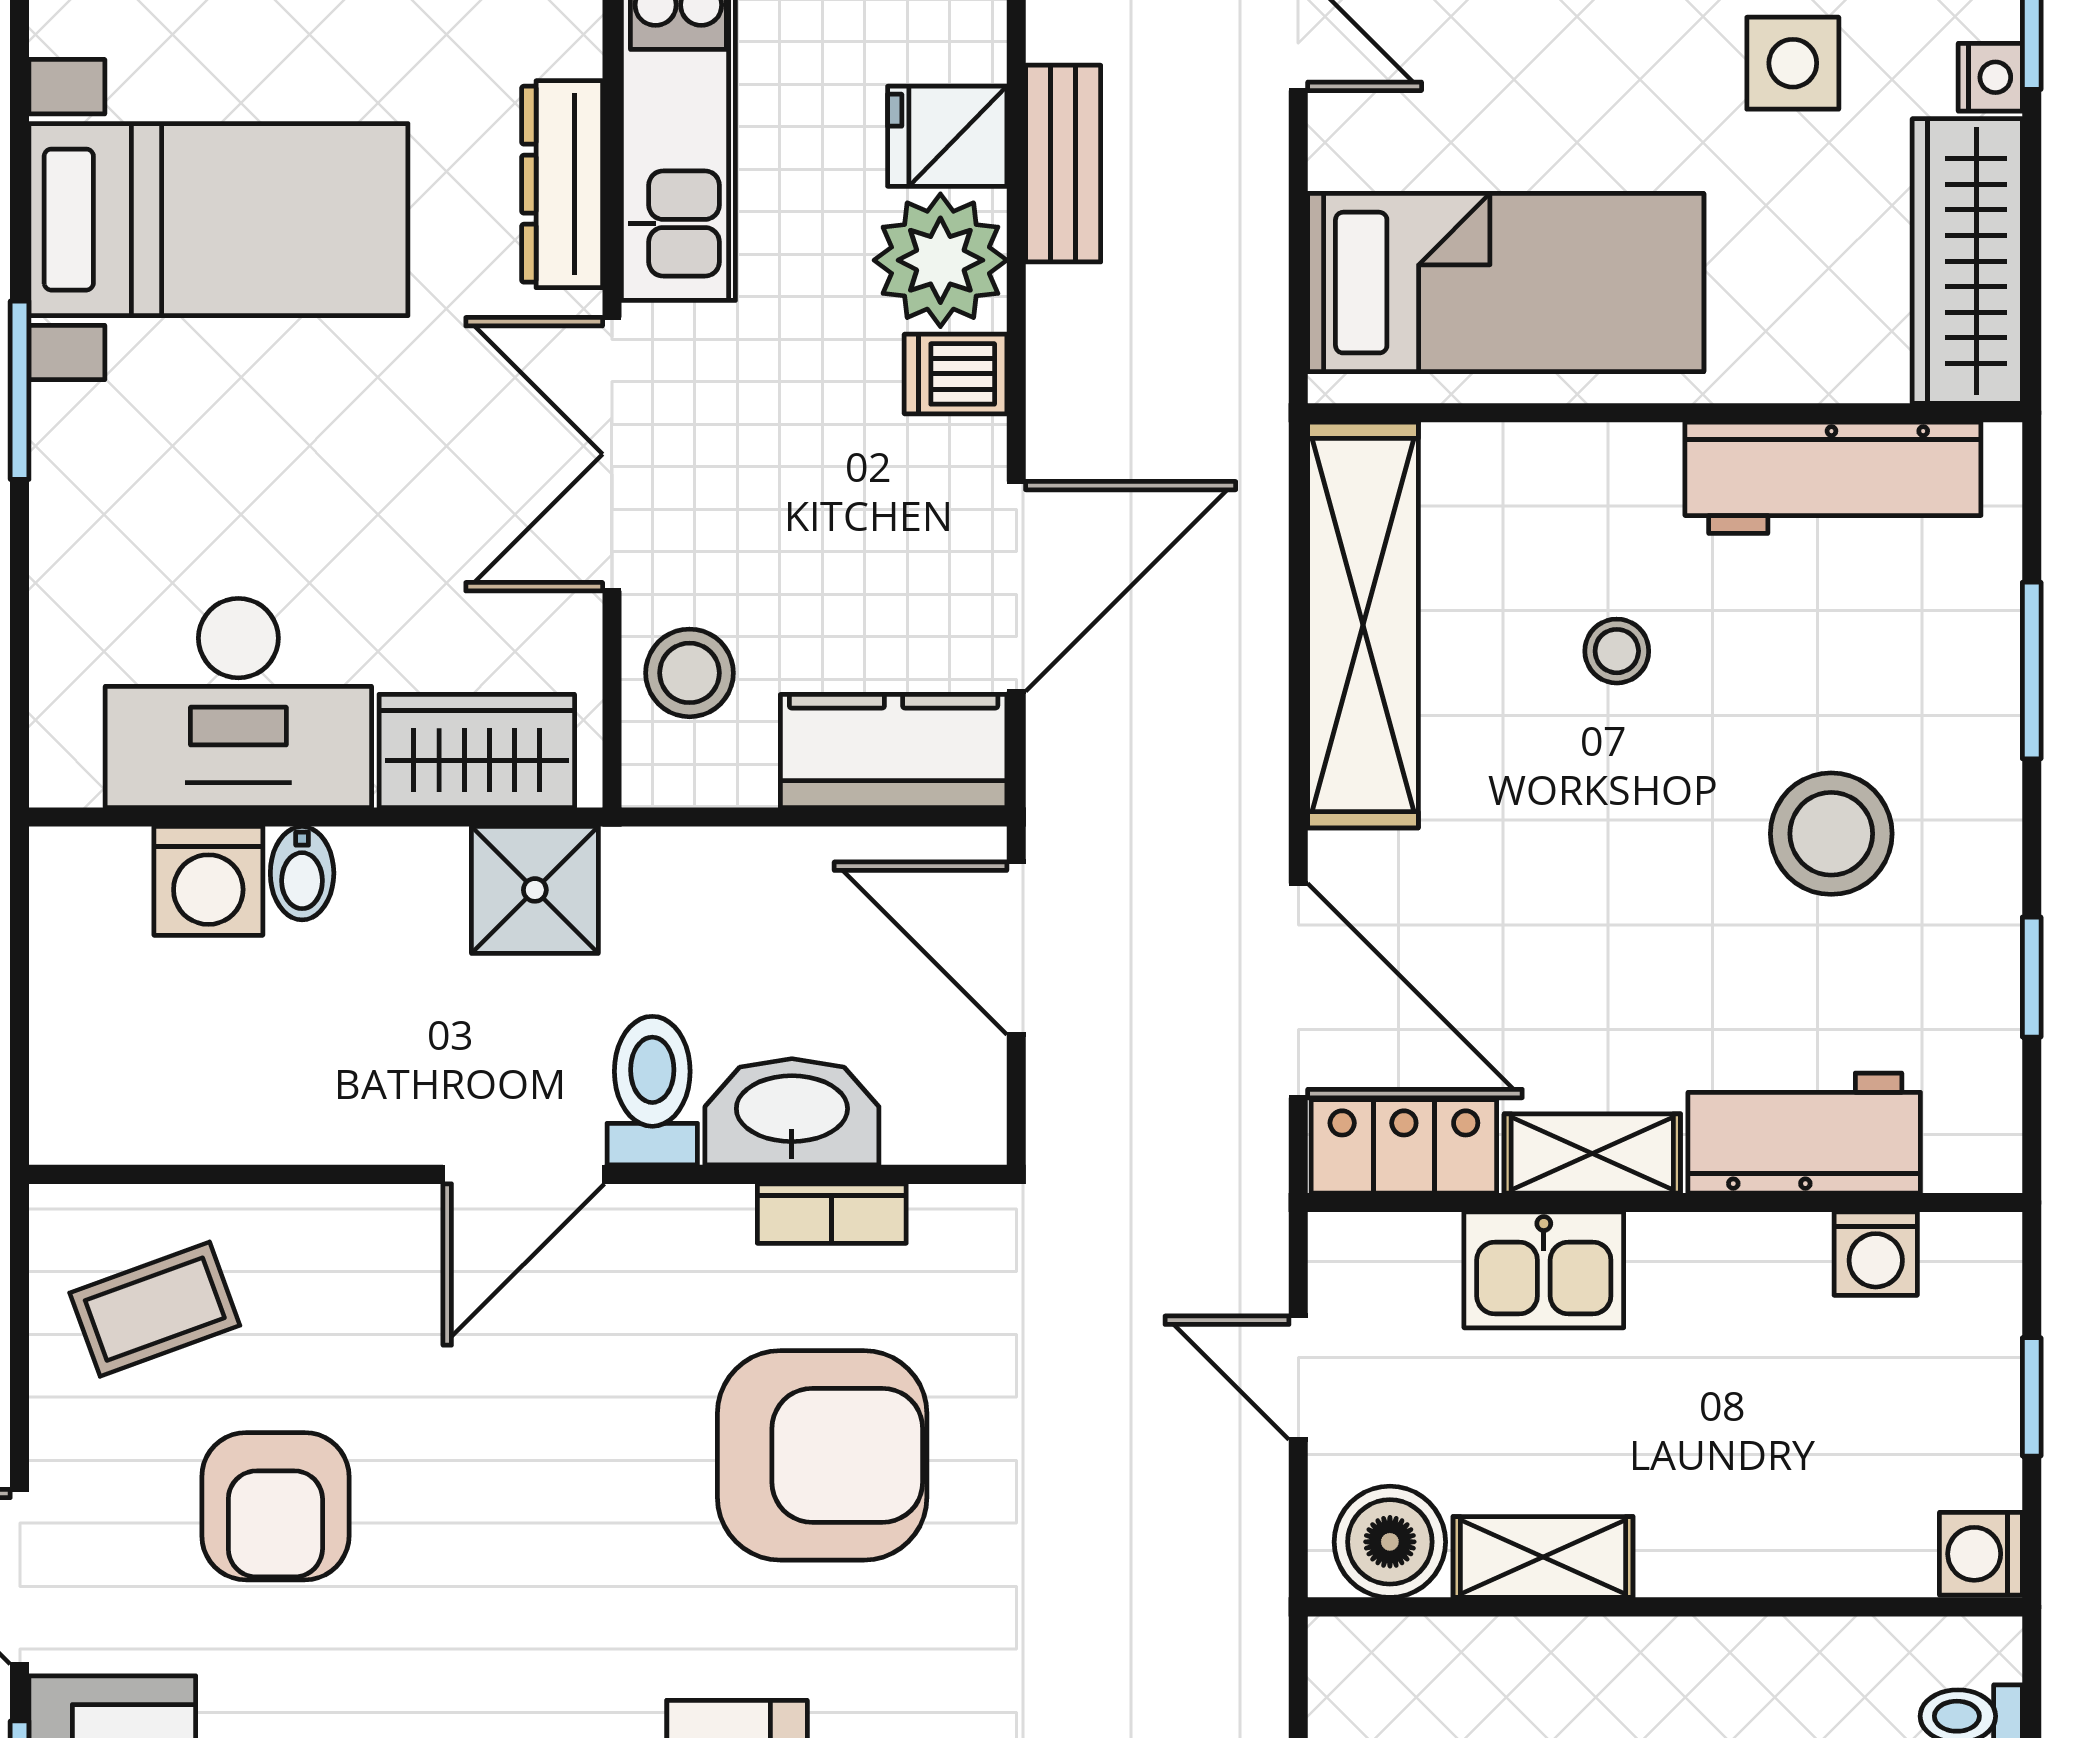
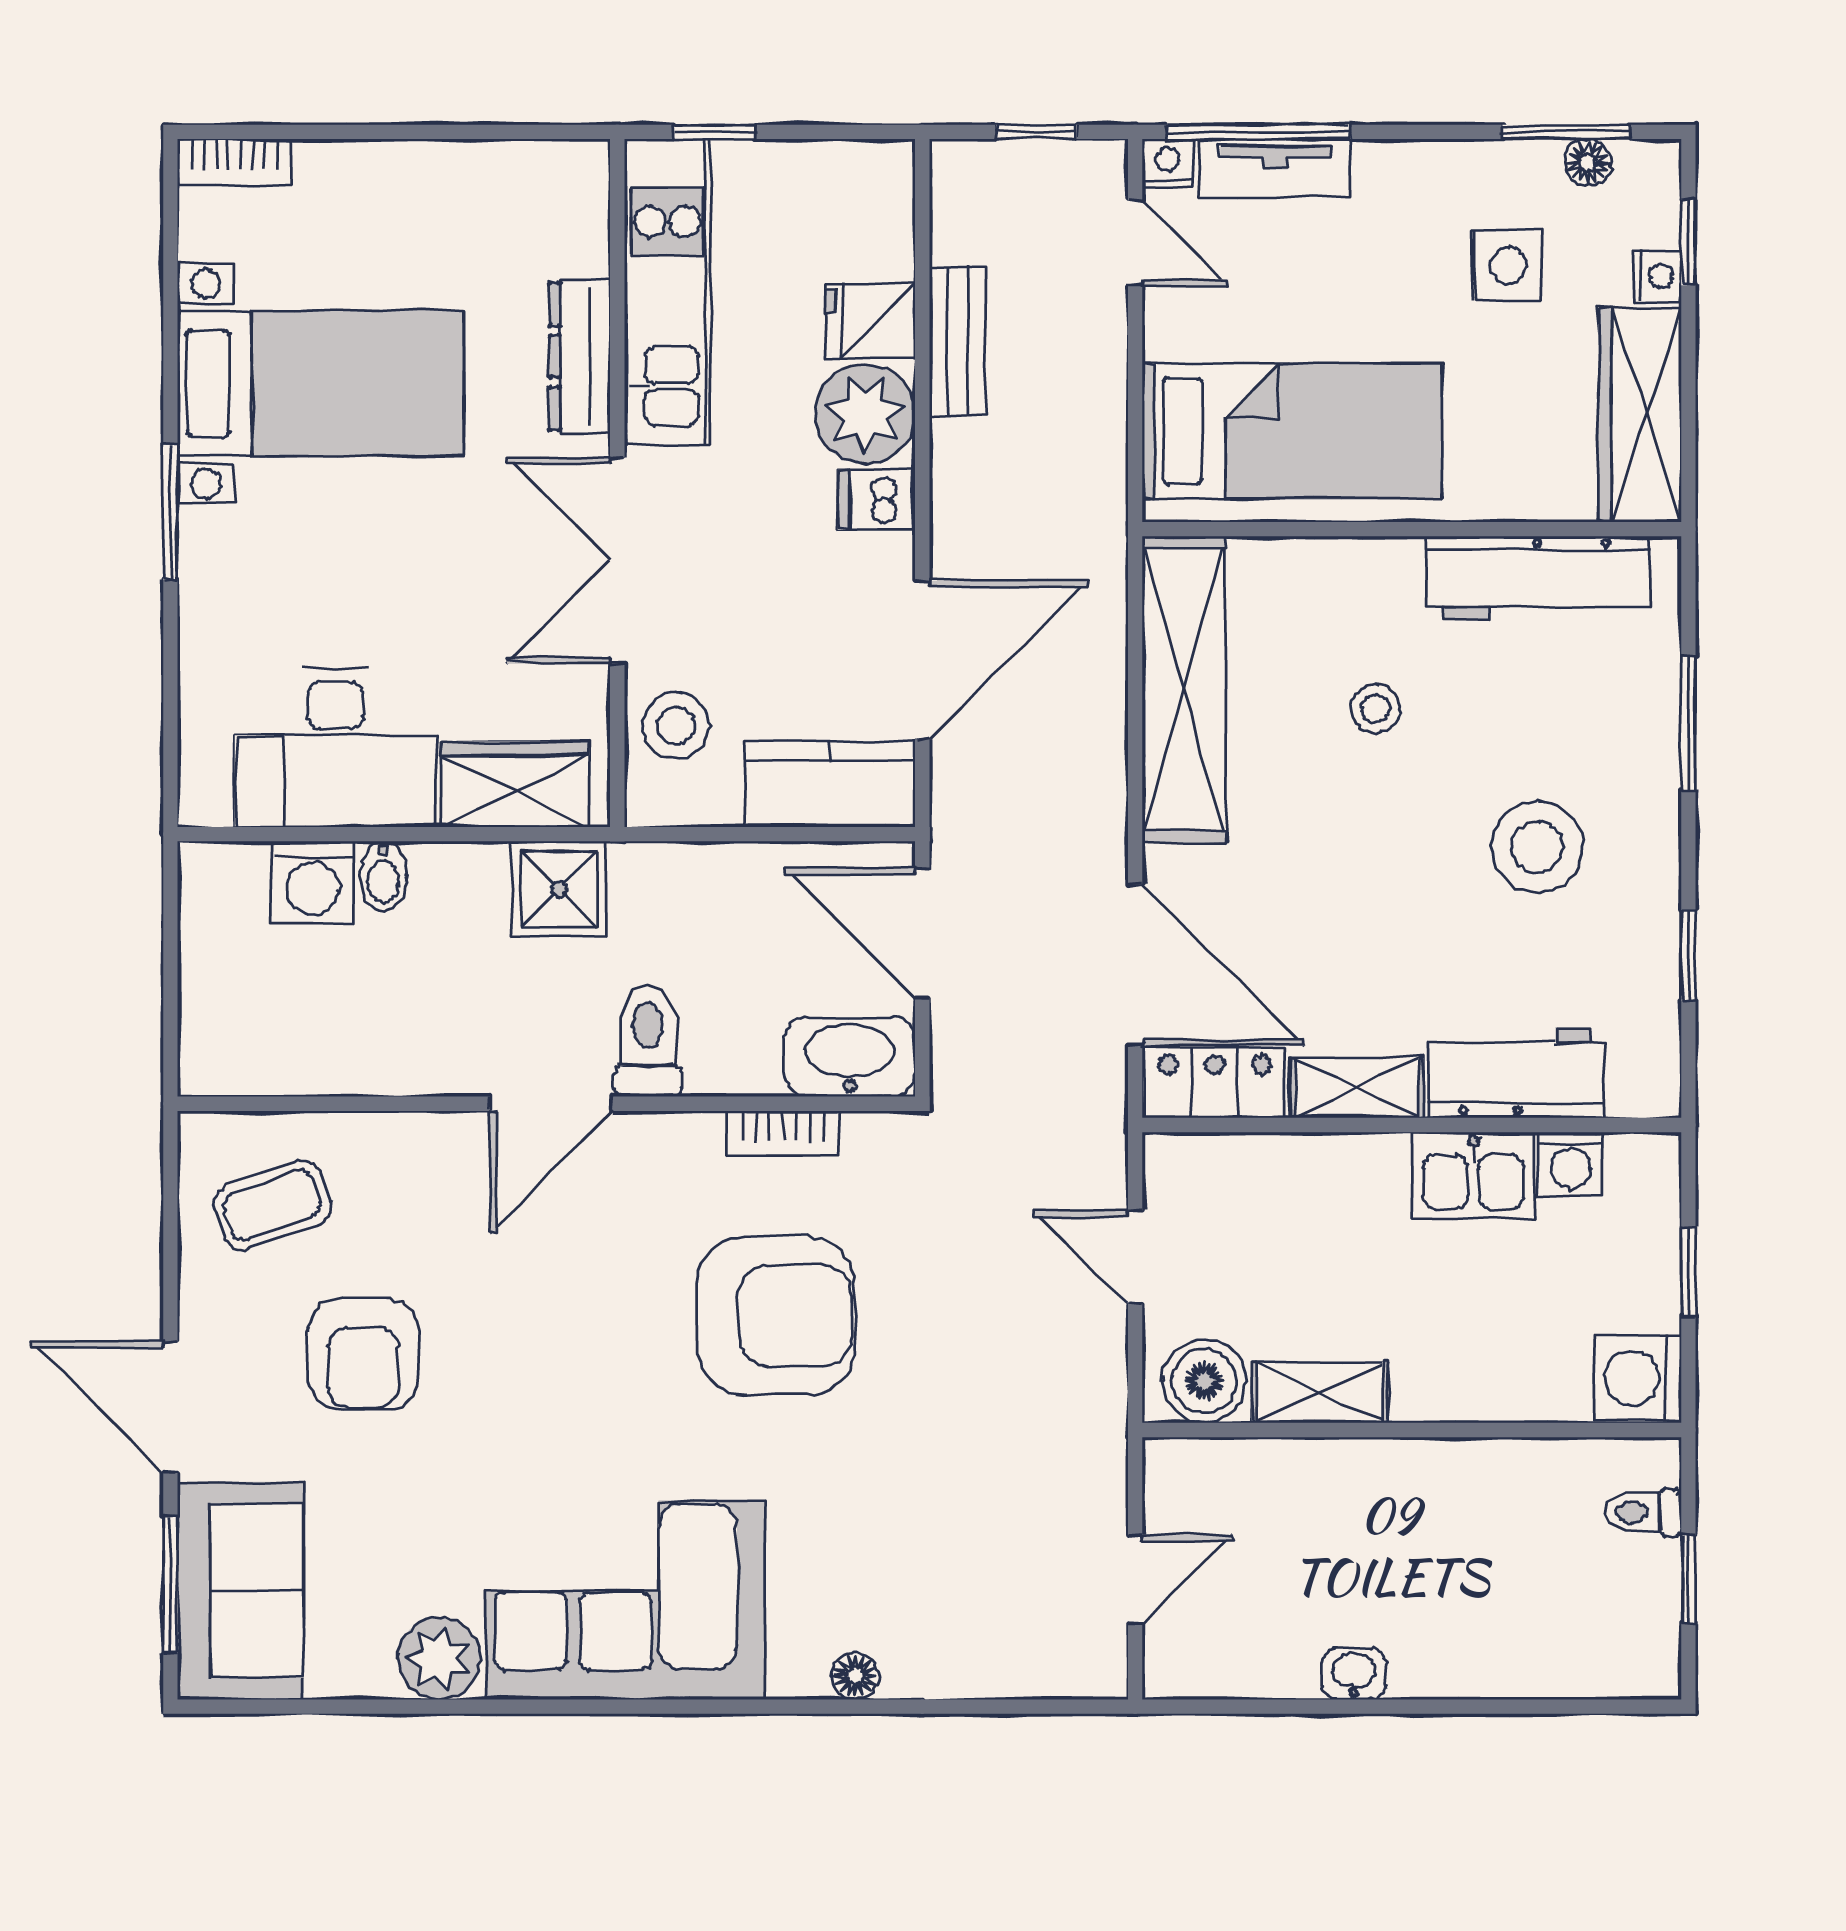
washbasin: (792, 1112) -> (850, 1056), moved
kitchen sink: (1544, 1270) -> (1473, 1176), moved
washing machine: (1981, 1554) -> (1638, 1378), width x1.38, depth x1.38

